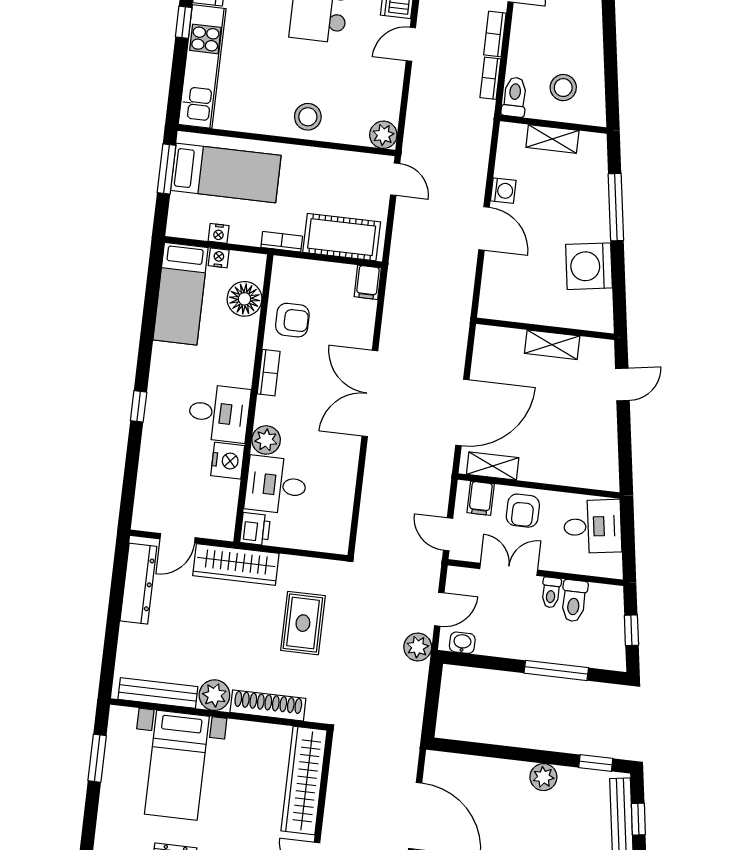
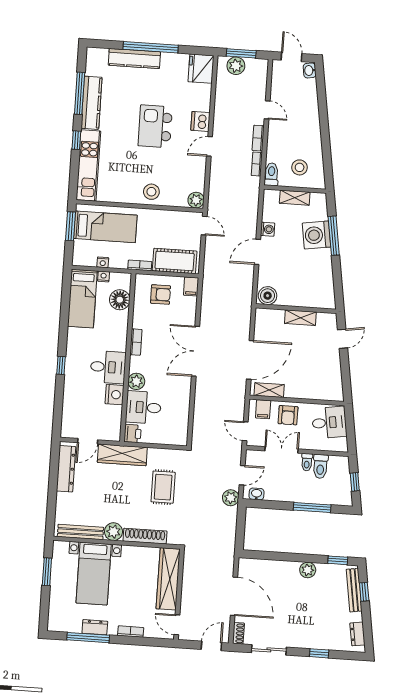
door: (484, 229) -> (257, 252), swing flipped
washing machine: (589, 266) -> (317, 235), moved
boiler: (498, 304) -> (268, 296), added
armchair: (292, 320) -> (161, 294), moved

